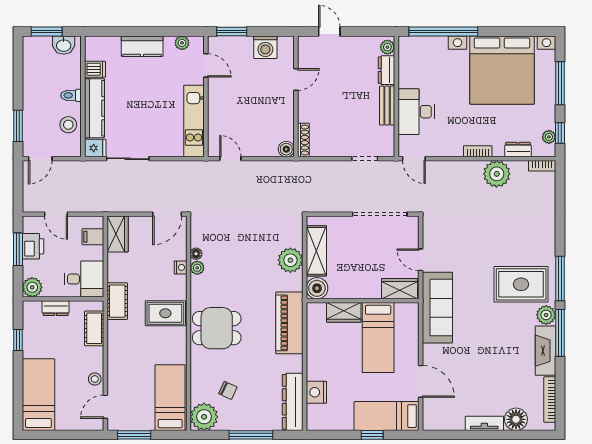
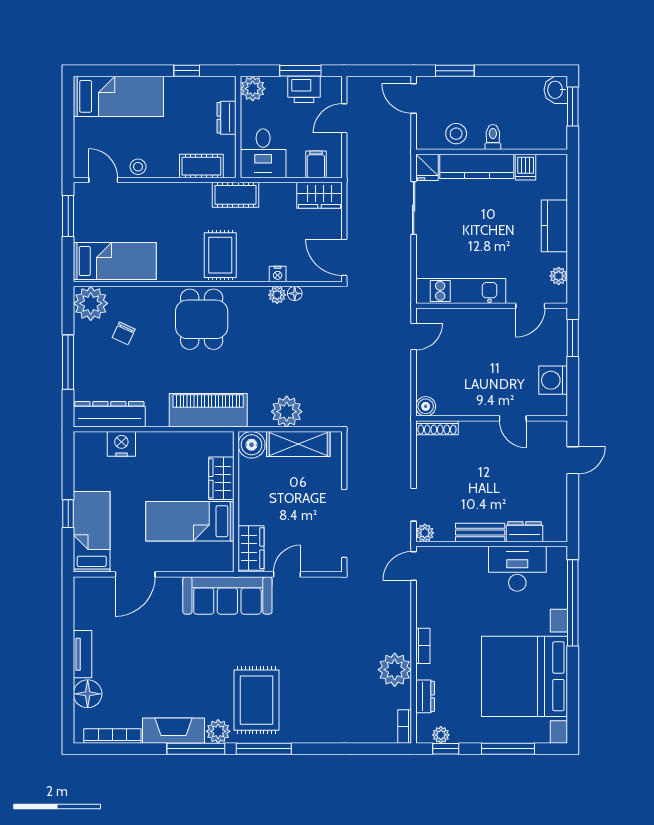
washbasin: (64, 45) -> (556, 90), moved
plant: (387, 47) -> (425, 533), moved
desk: (416, 112) -> (517, 569), moved

